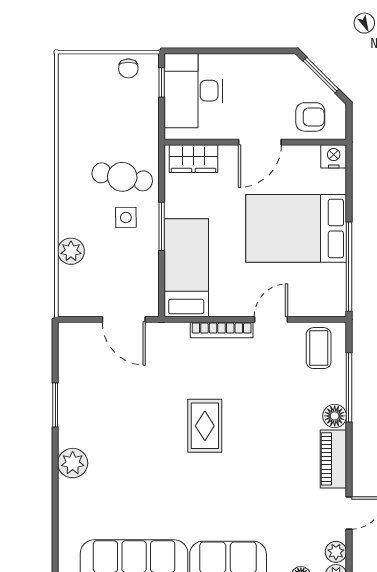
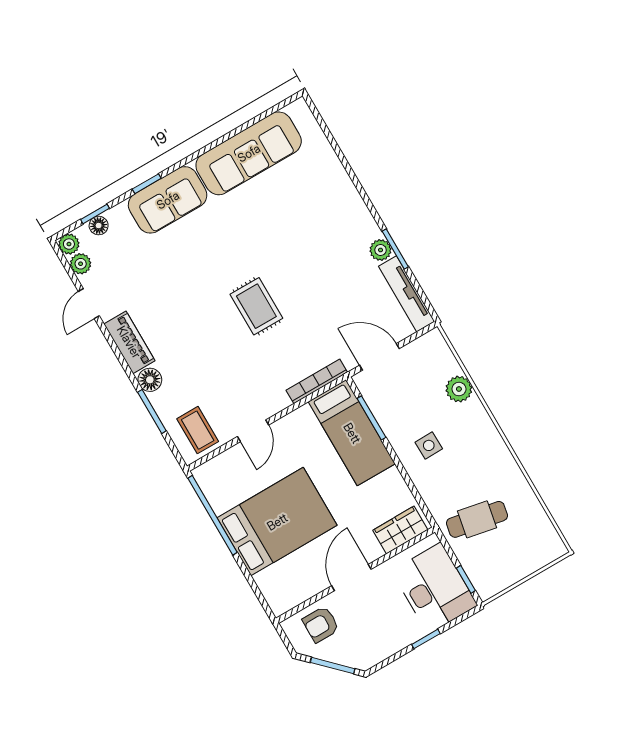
window: (226, 51) -> (426, 639), added
chair: (128, 68) -> (501, 575), removed
nightstand: (334, 156) -> (281, 602), removed
cafe table: (122, 177) -> (477, 519), moved
window: (162, 226) -> (371, 418), moved
bookcase: (222, 330) -> (317, 381), moved
tv unit: (68, 360) -> (407, 294), added
window: (349, 387) -> (152, 412), width x0.69
plant: (73, 463) -> (381, 250), moved, width x0.73, depth x0.73

